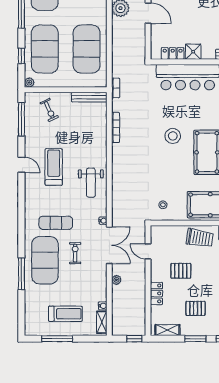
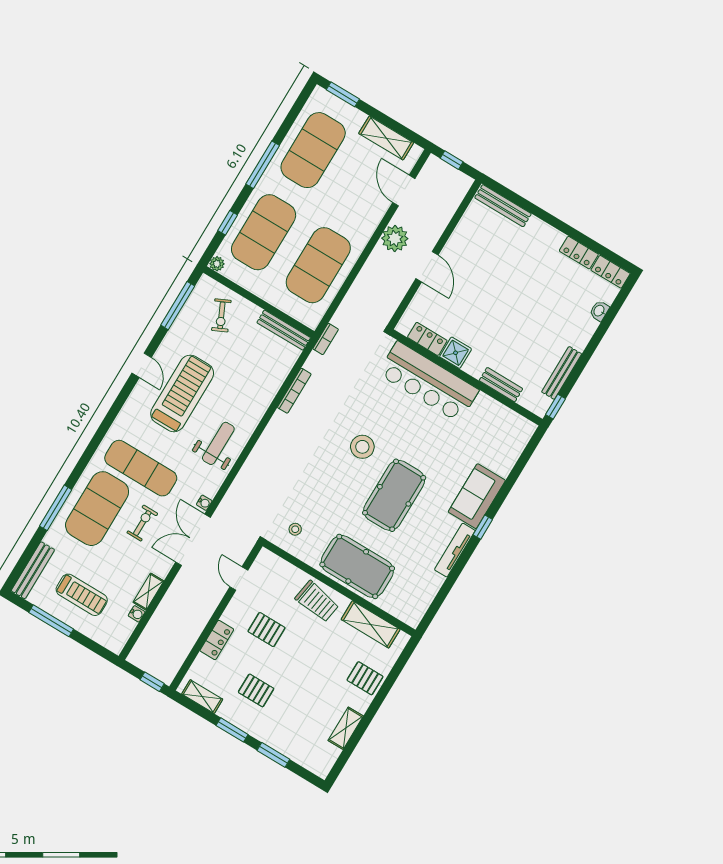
treadmill: (54, 167) -> (182, 393), width x1.37, depth x1.38
weight bench: (91, 183) -> (218, 443), turned 180
exercise mat: (56, 223) -> (141, 468), width x1.36, depth x1.45
double door: (109, 245) -> (193, 540), swing flipped
plant: (116, 280) -> (175, 591), removed
bench: (30, 316) -> (33, 570), added
shelving: (102, 322) -> (148, 592), moved

